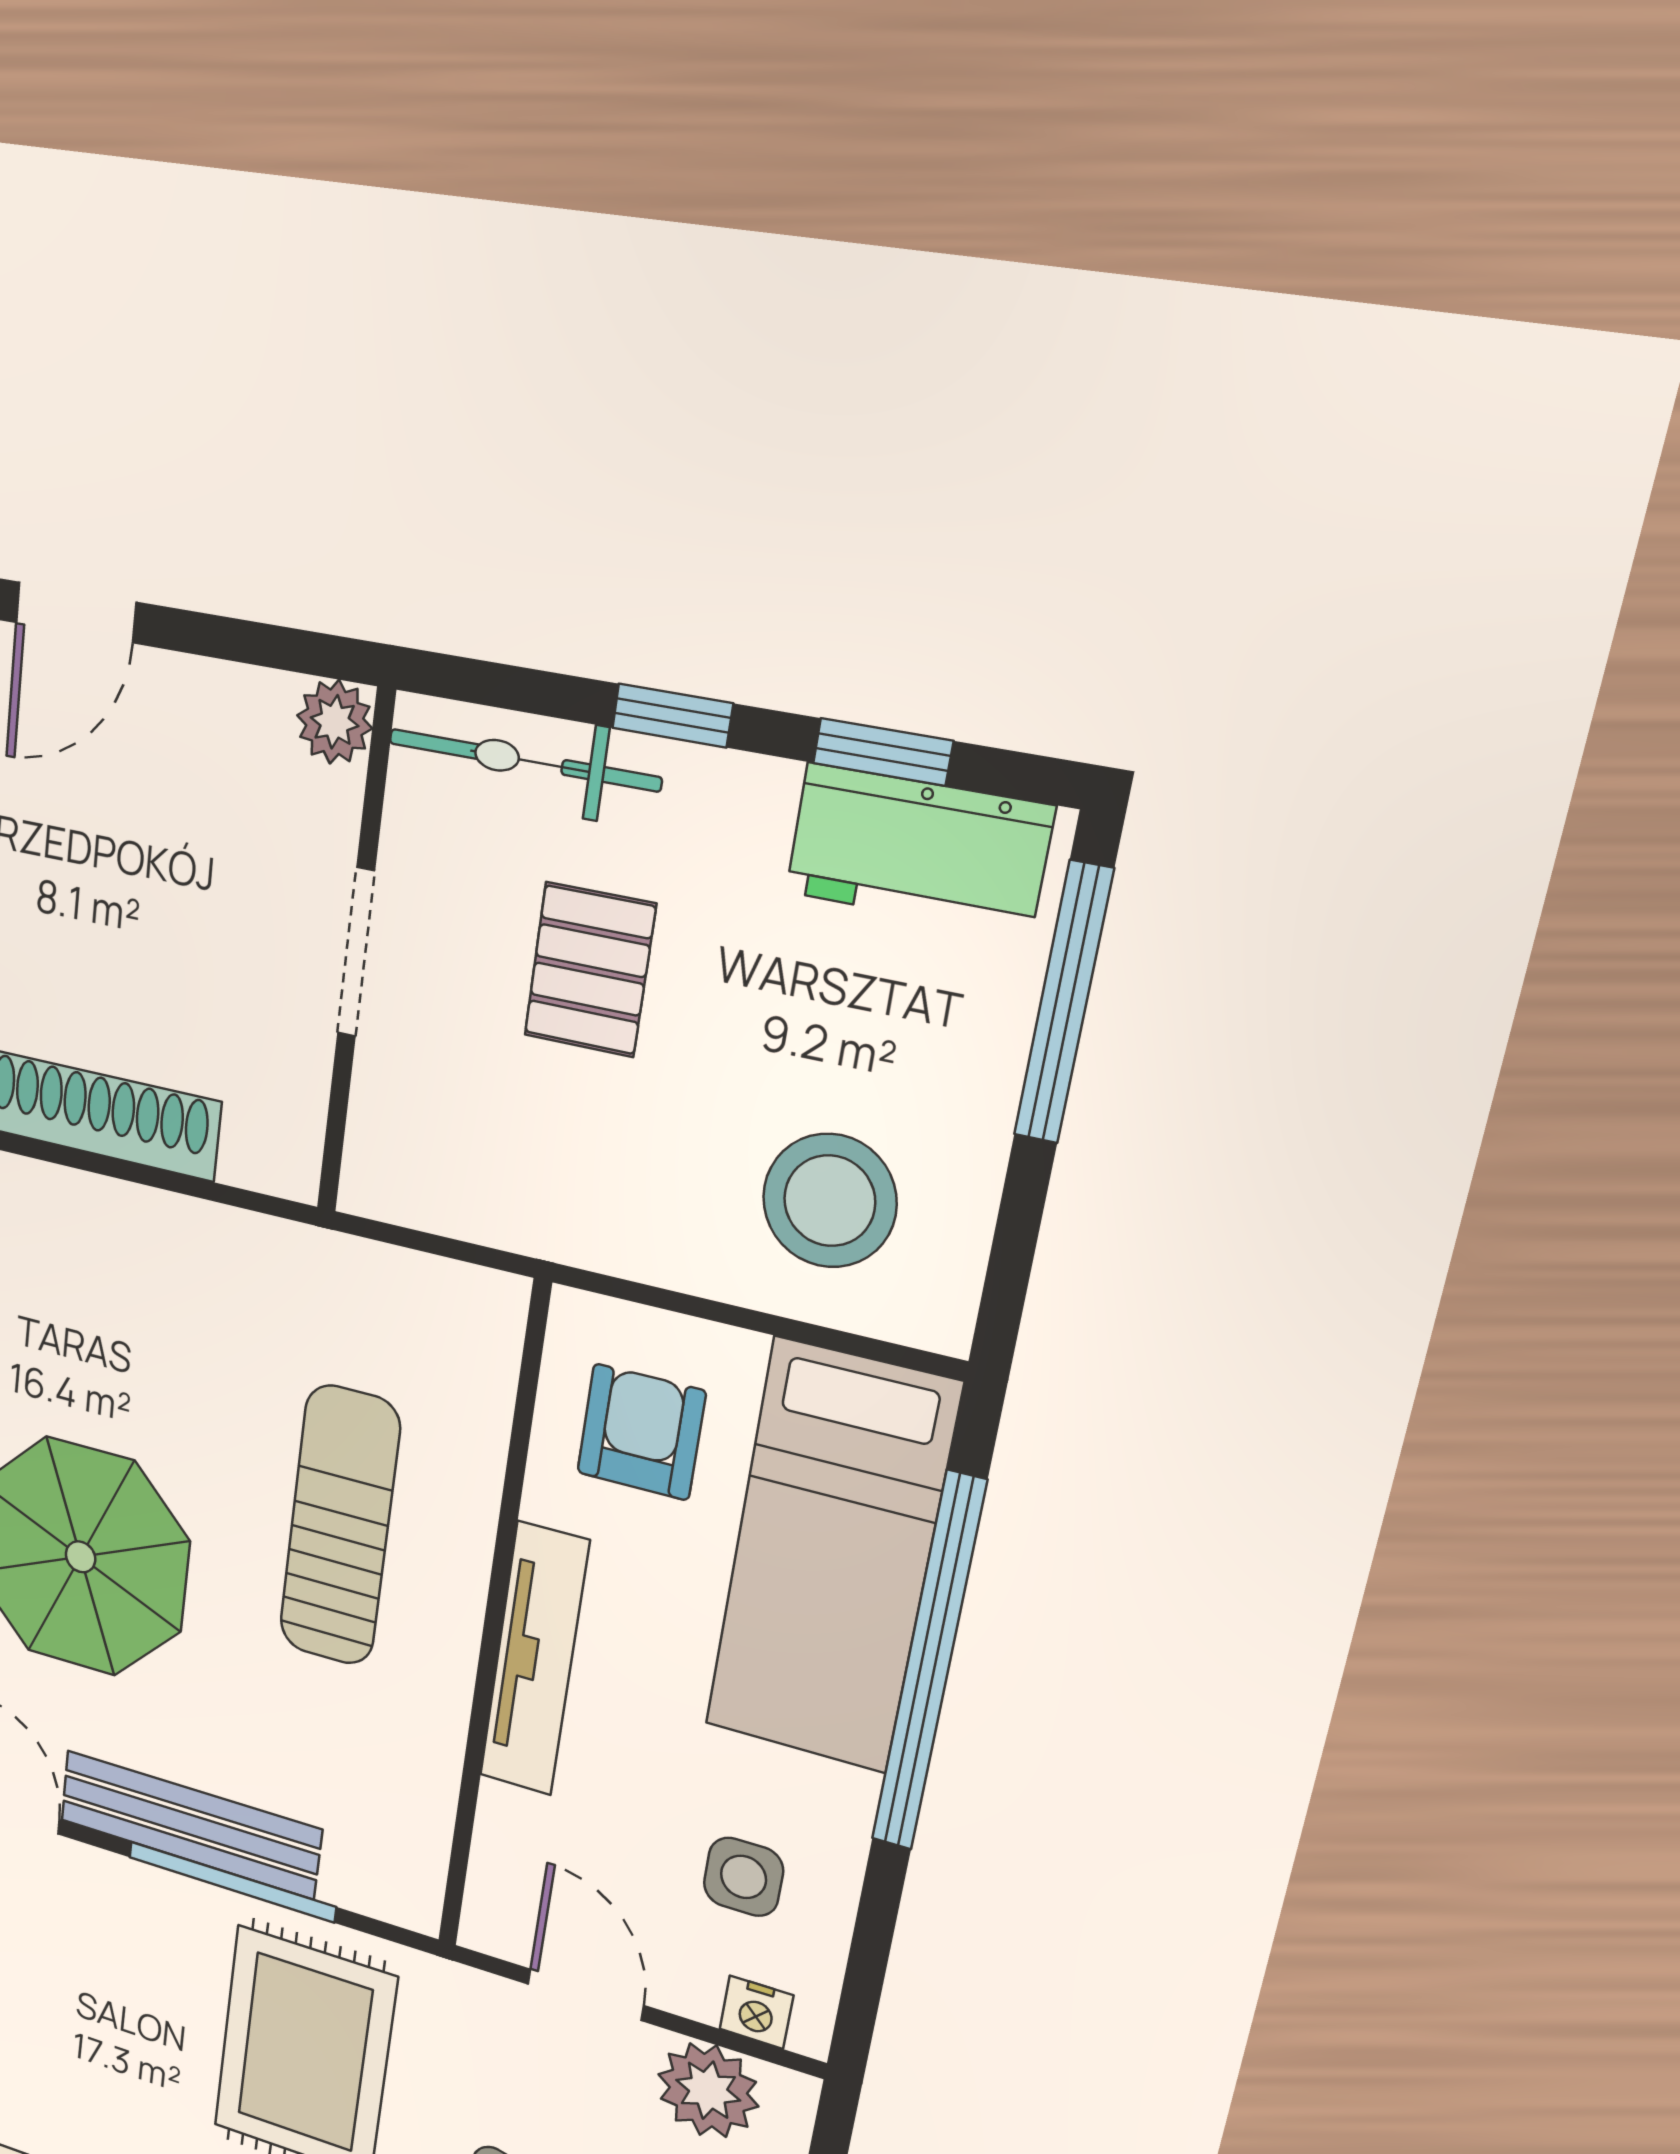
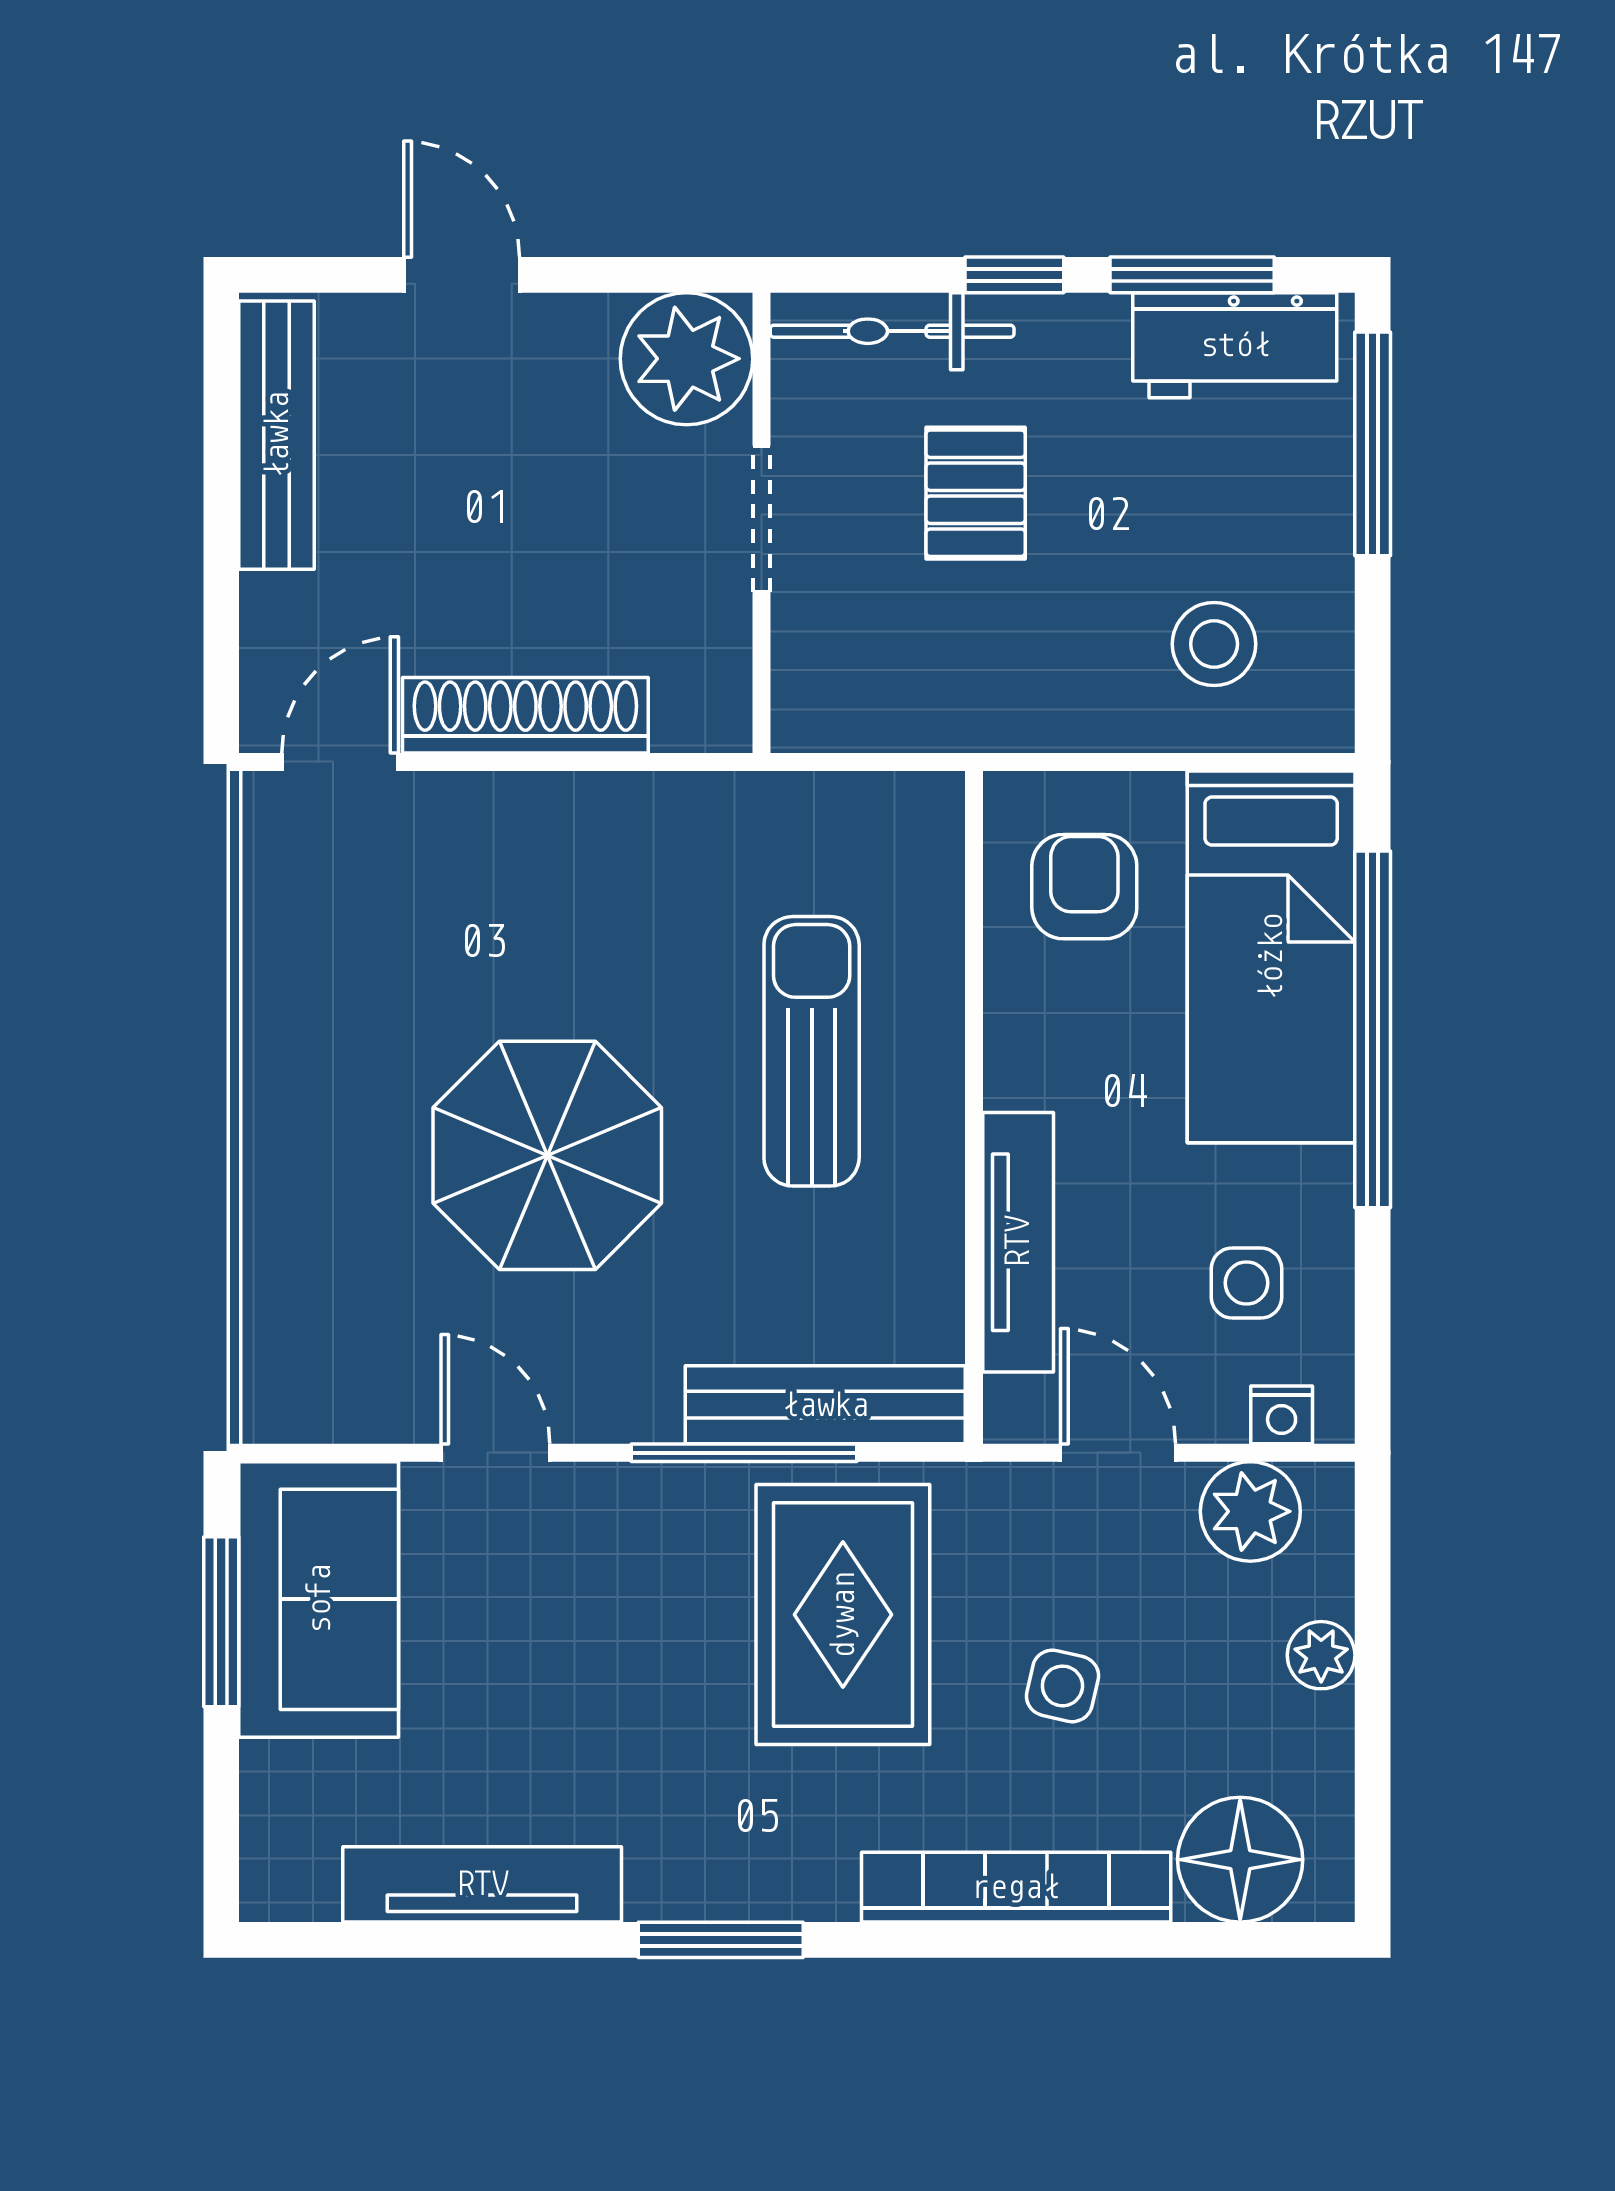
door: (76, 612) -> (462, 275), swing flipped
plant: (335, 722) -> (687, 359), width x1.88, depth x1.88
window: (883, 752) -> (1192, 275), width x1.50
stool: (830, 1201) -> (1214, 644), width x0.73, depth x0.73
tv unit: (534, 1659) -> (1018, 1242), moved
bench: (190, 1824) -> (825, 1405), moved

